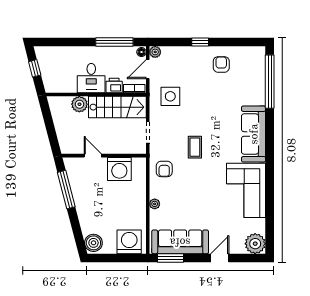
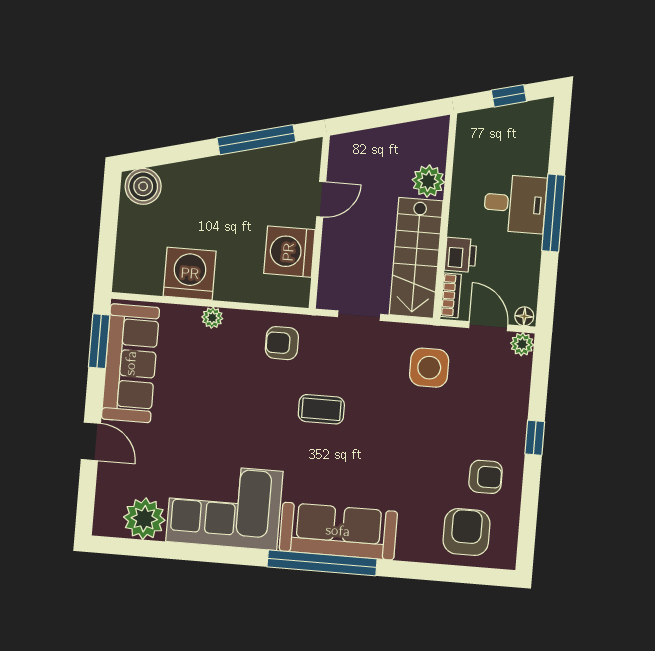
window: (114, 42) -> (553, 213), moved
armchair: (249, 72) -> (466, 532), added
desk: (91, 78) -> (515, 204), moved, turned 180
window: (270, 82) -> (322, 563), moved
washing machine: (129, 242) -> (190, 274), moved, turned -90
plant: (255, 244) -> (144, 519), moved

